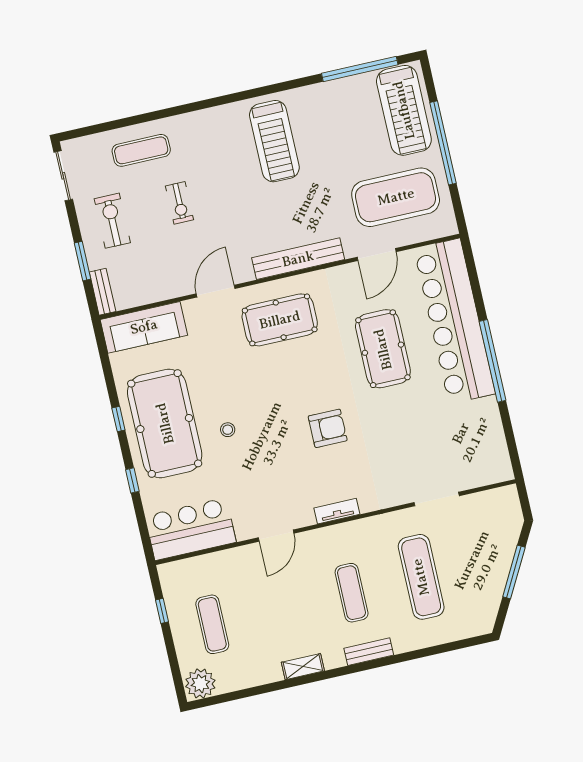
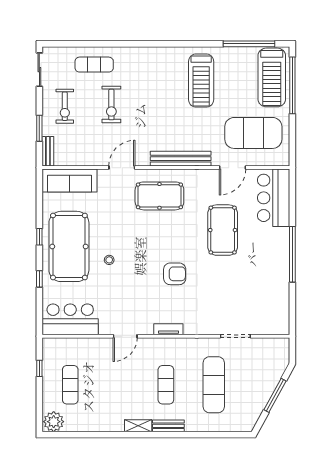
treadmill: (274, 141) -> (201, 81), moved
window: (443, 143) -> (292, 85), moved
exercise bike: (179, 203) -> (111, 105), width x1.38, depth x1.39
exercise bike: (112, 221) -> (65, 106), turned 180
bar counter: (455, 321) -> (274, 198), width x0.54
shelving: (303, 667) -> (138, 426), moved

